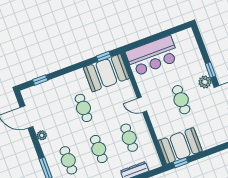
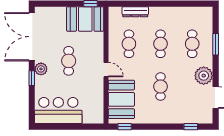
bar counter: (152, 56) -> (58, 111), moved
booth: (106, 73) -> (121, 99), moved, turned 90
plant: (42, 135) -> (204, 76), width x1.87, depth x1.87

